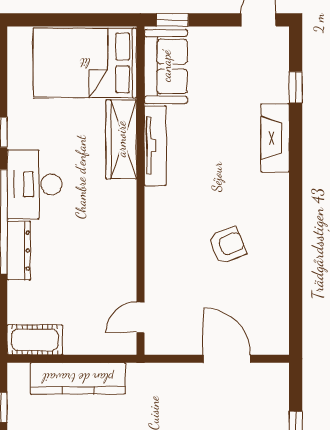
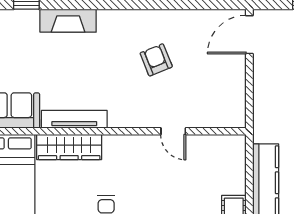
door: (140, 317) -> (173, 131), moved
door: (227, 359) -> (249, 35), moved

